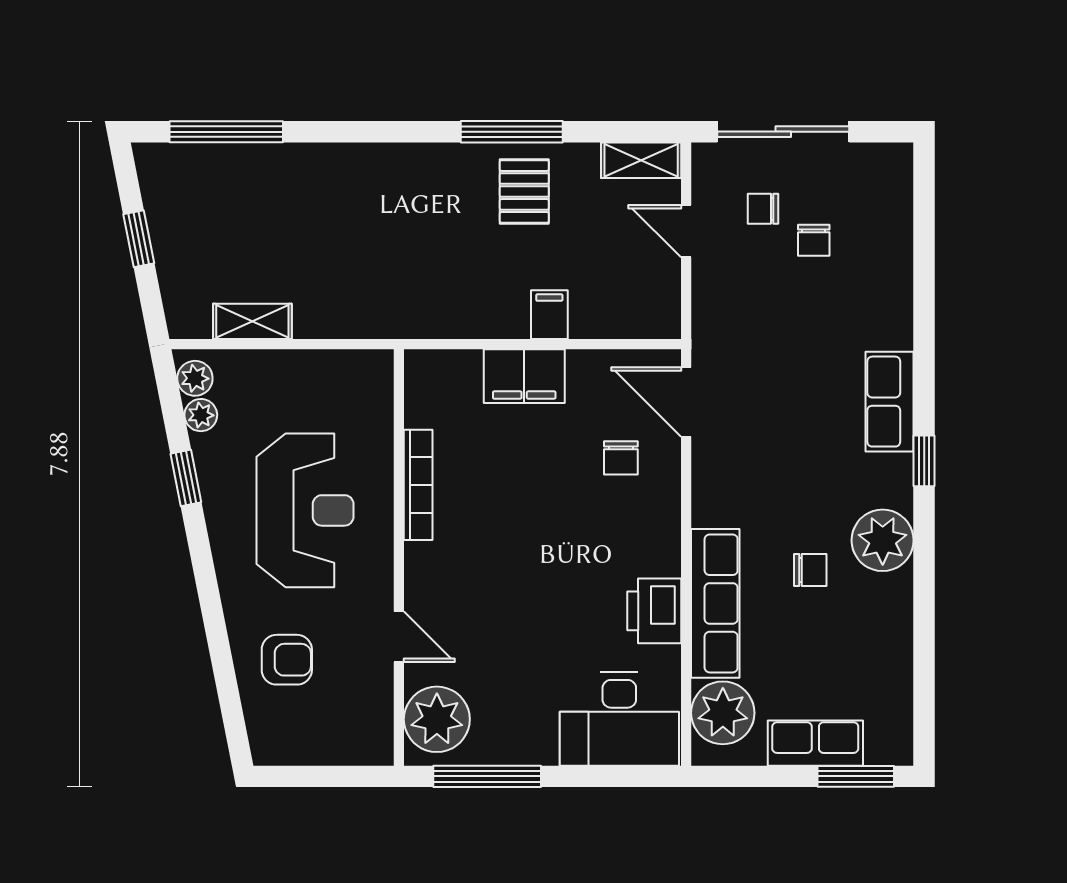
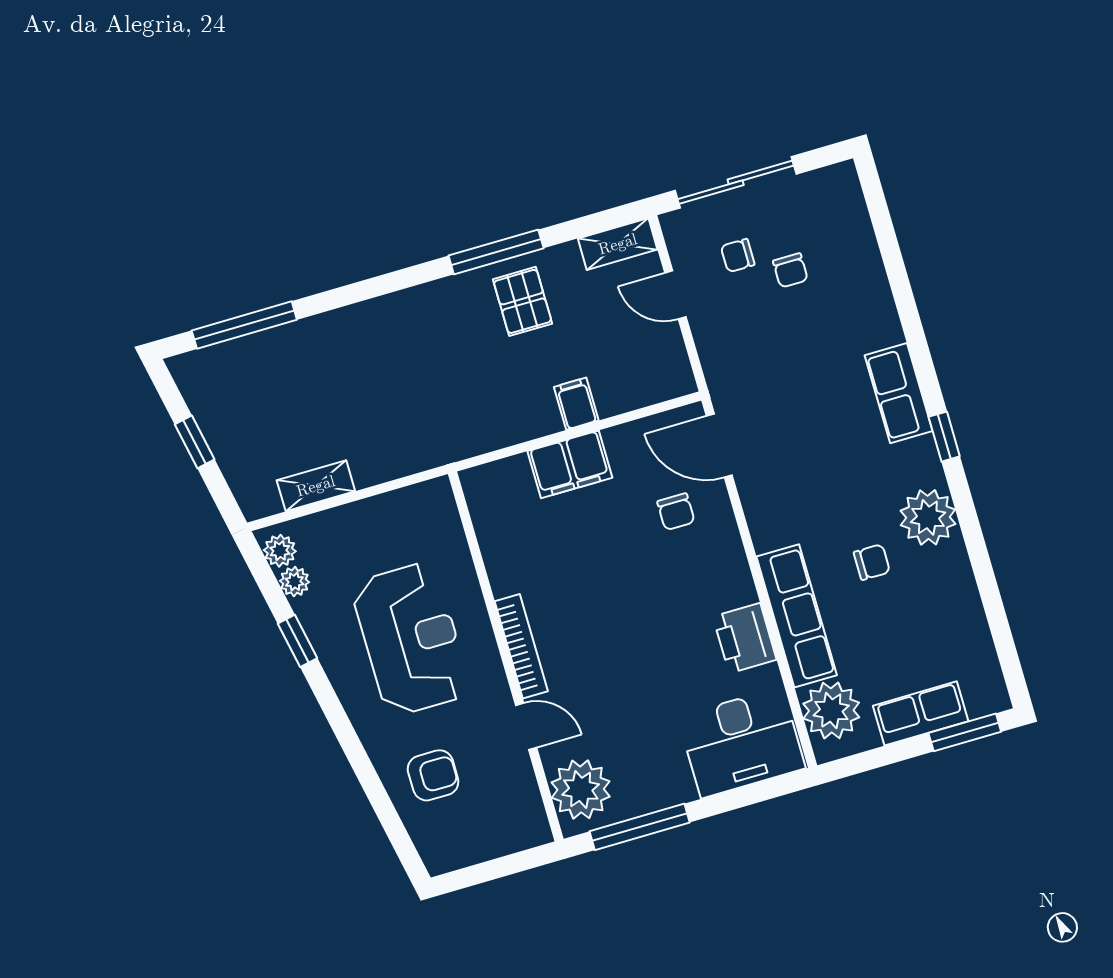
bookcase: (418, 485) -> (521, 646), moved

